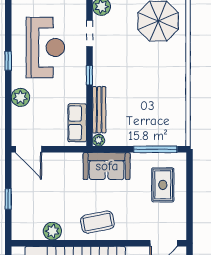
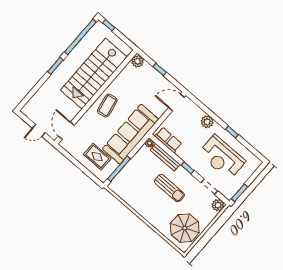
sun lounger: (129, 76) -> (169, 188), added
sofa: (107, 166) -> (130, 134), width x1.85, depth x1.27
plant: (52, 231) -> (137, 61), moved

